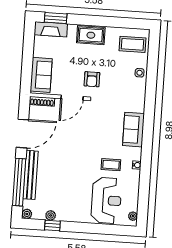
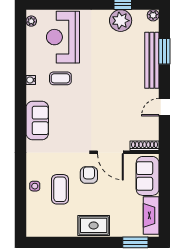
fireplace: (51, 29) -> (151, 215), moved, turned -90
coffee table: (133, 44) -> (60, 189), moved, turned 90
door: (72, 98) -> (110, 152), swing flipped
door: (22, 134) -> (164, 107), width x0.53
window: (19, 182) -> (164, 51), width x0.47
plant: (51, 215) -> (121, 21), width x1.88, depth x1.88

